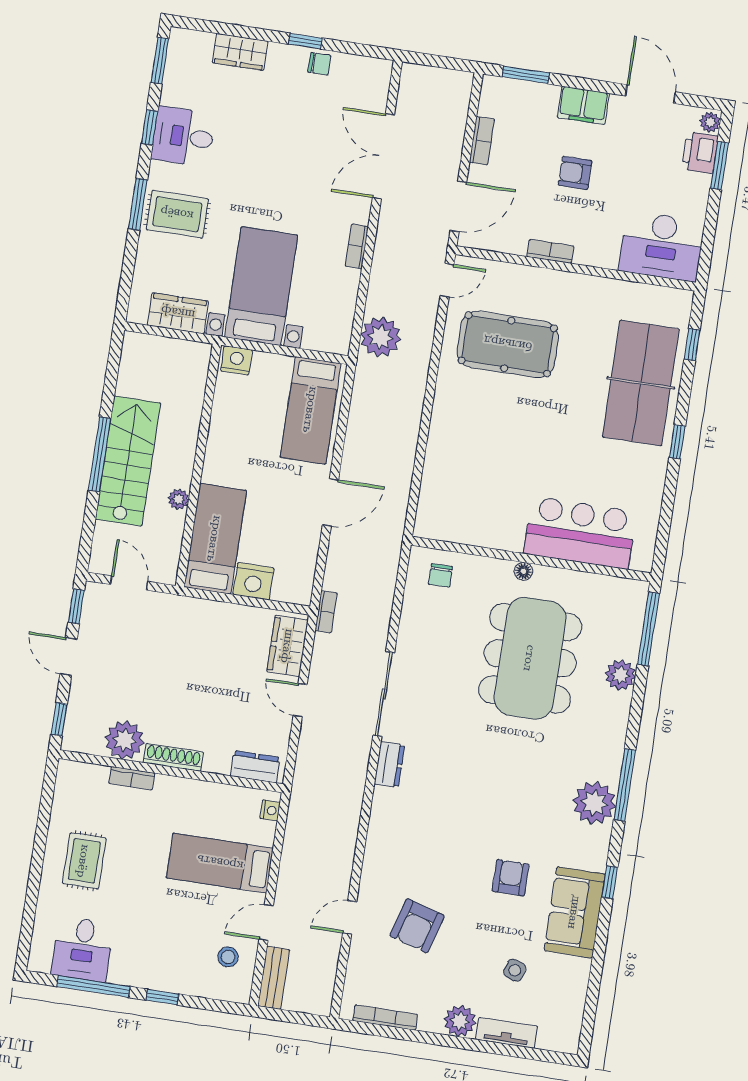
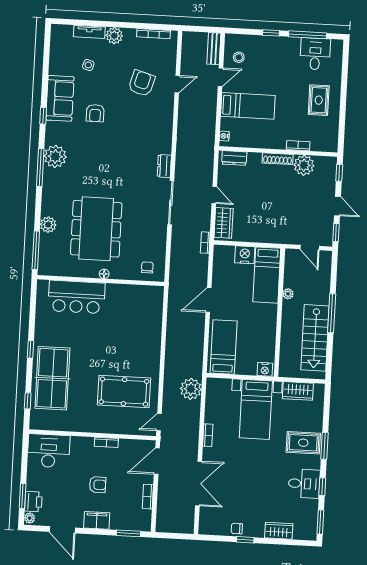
stairs: (128, 461) -> (315, 338), moved

